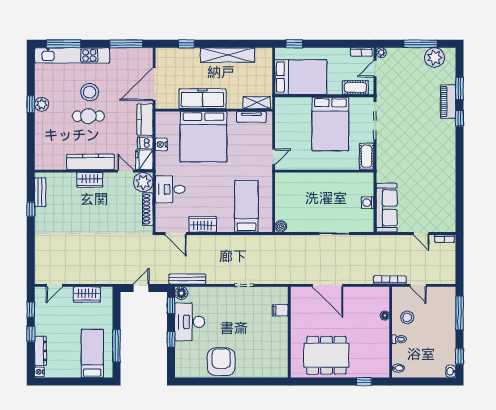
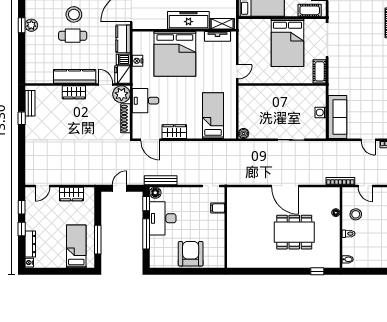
freezer: (202, 99) -> (188, 20), moved
filing cabinet: (280, 310) -> (218, 208), moved
wall: (289, 332) -> (226, 227), moved
window: (171, 339) -> (146, 234), width x2.17
dining table: (326, 355) -> (294, 232), moved

